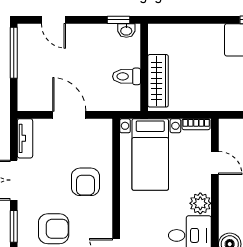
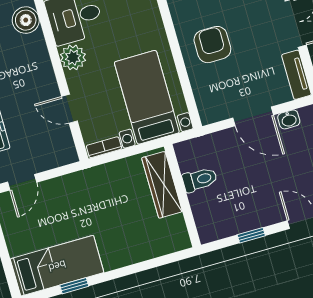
window: (119, 20) -> (251, 235), moved
washbasin: (126, 31) -> (289, 119), moved, turned 180

